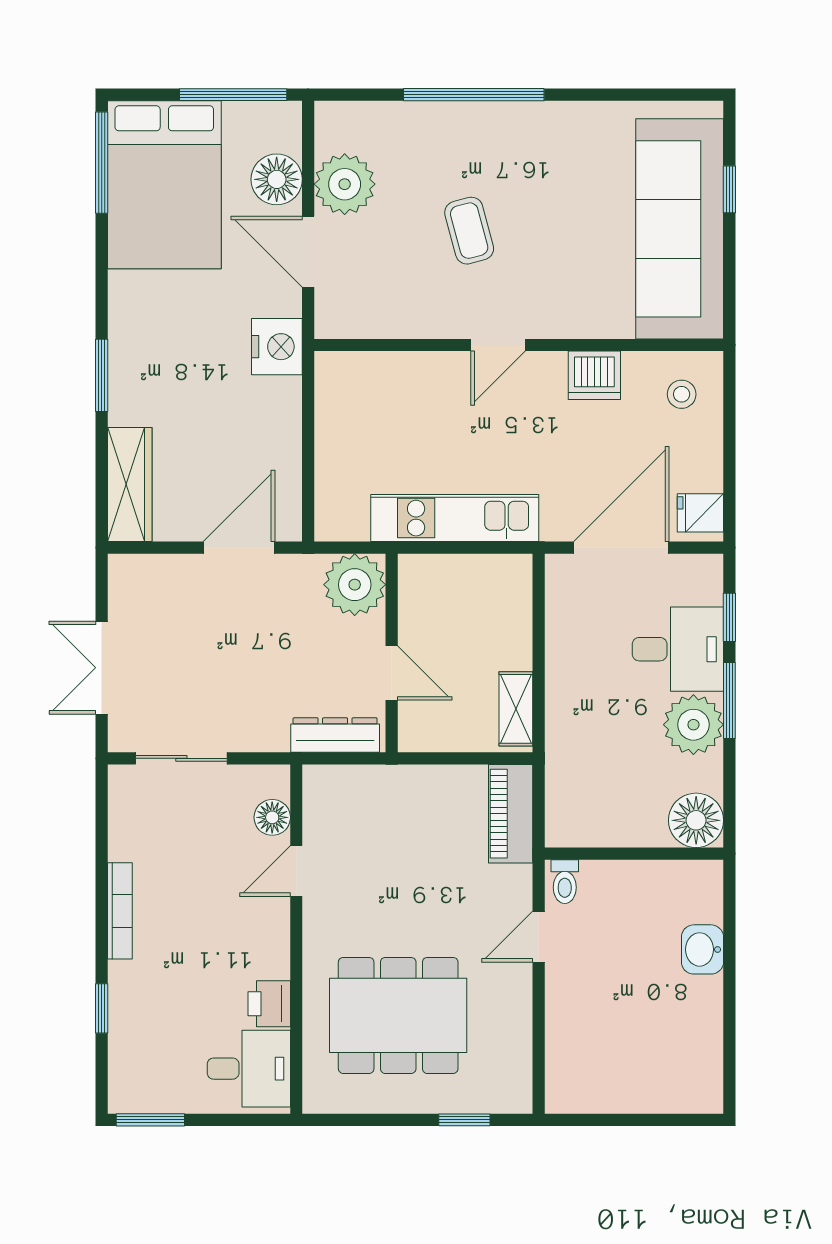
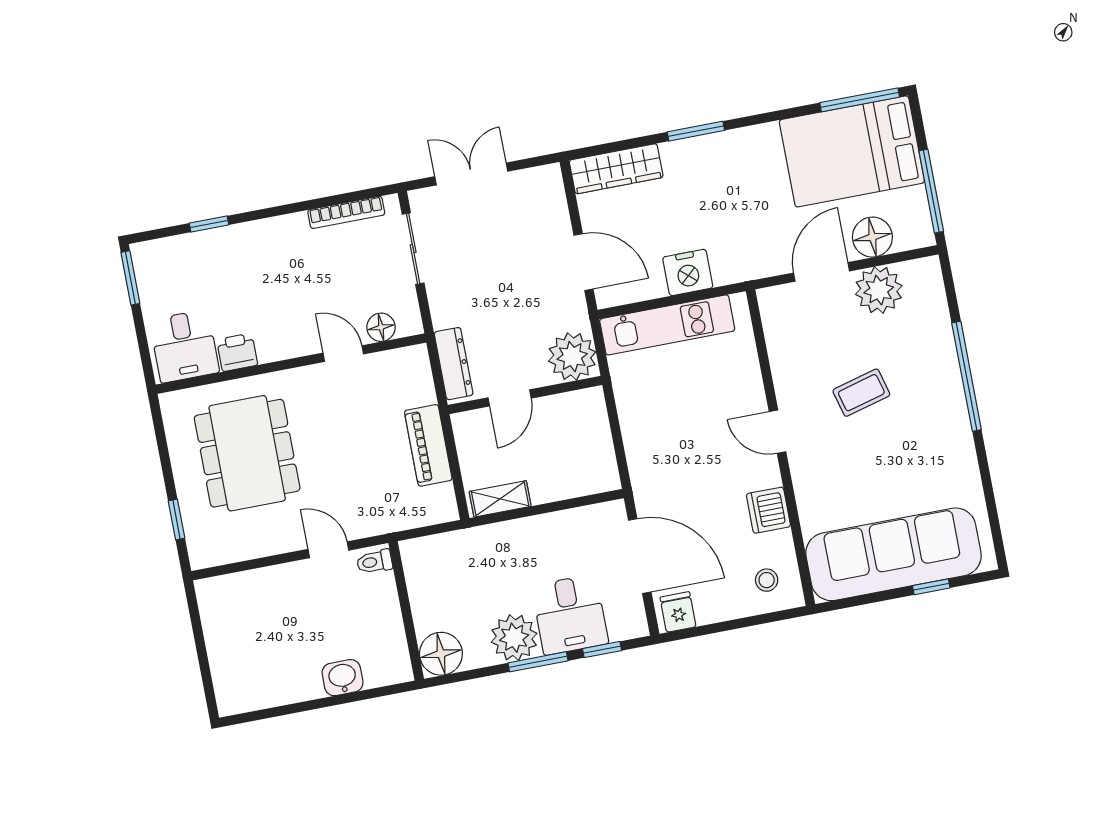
nightstand: (277, 347) -> (688, 272), moved
kitchen unit: (455, 518) -> (667, 325), moved, turned 90
piano: (511, 814) -> (428, 445), moved, turned -90
bookcase: (120, 911) -> (346, 212), moved

